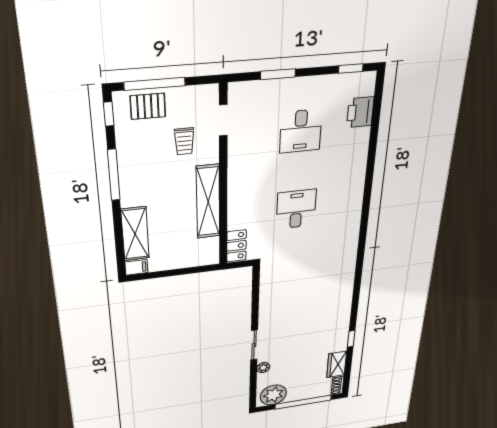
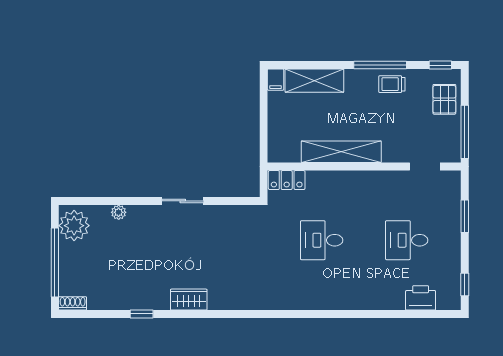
window: (155, 84) -> (465, 132), moved
trolley: (184, 141) -> (392, 84), moved
desk: (296, 209) -> (322, 240), turned 180
sliding door: (254, 345) -> (183, 201), moved
wardrobe: (337, 364) -> (189, 300), moved

